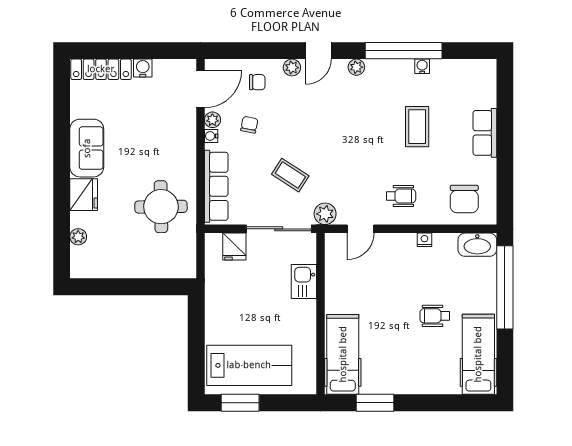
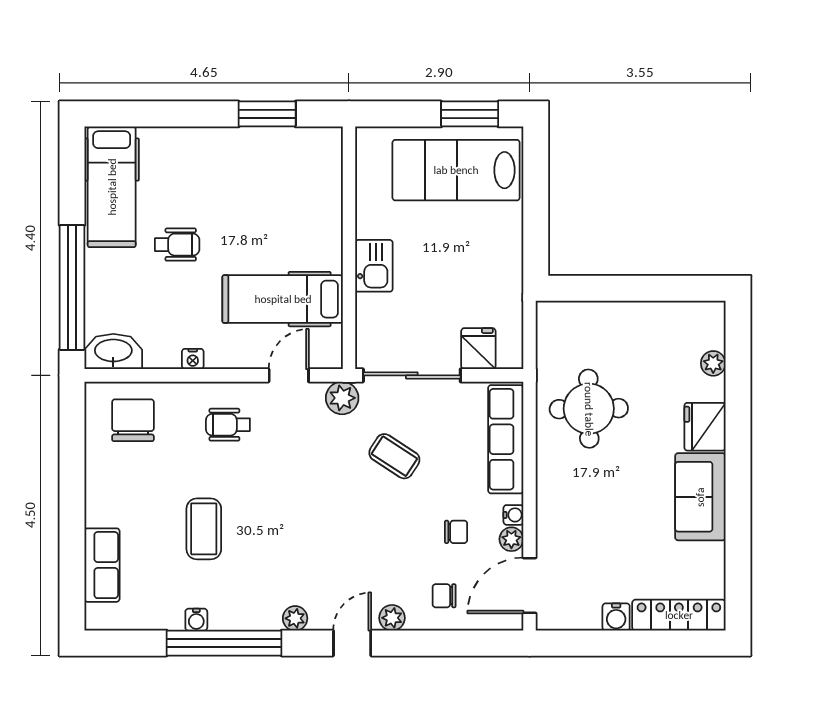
chair: (249, 125) -> (456, 532), turned -101
row of seats: (485, 133) -> (102, 565), moved
kitchen sink: (304, 282) -> (374, 266), moved
hospital bed: (343, 354) -> (283, 299), moved, turned 90

